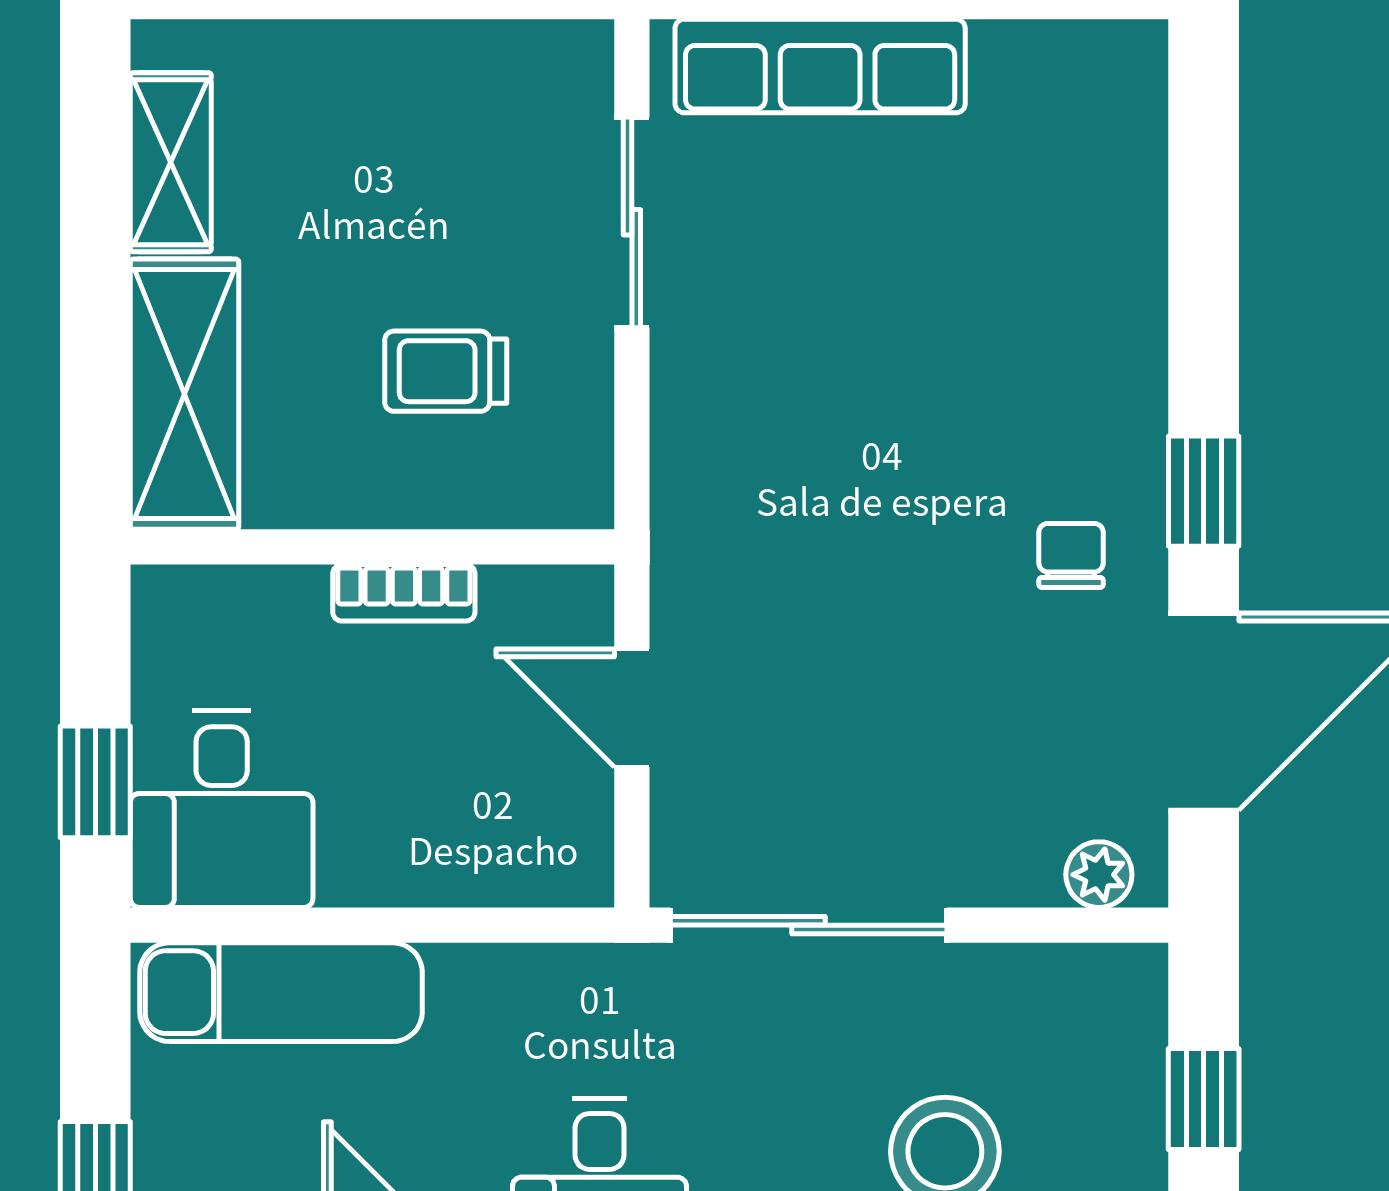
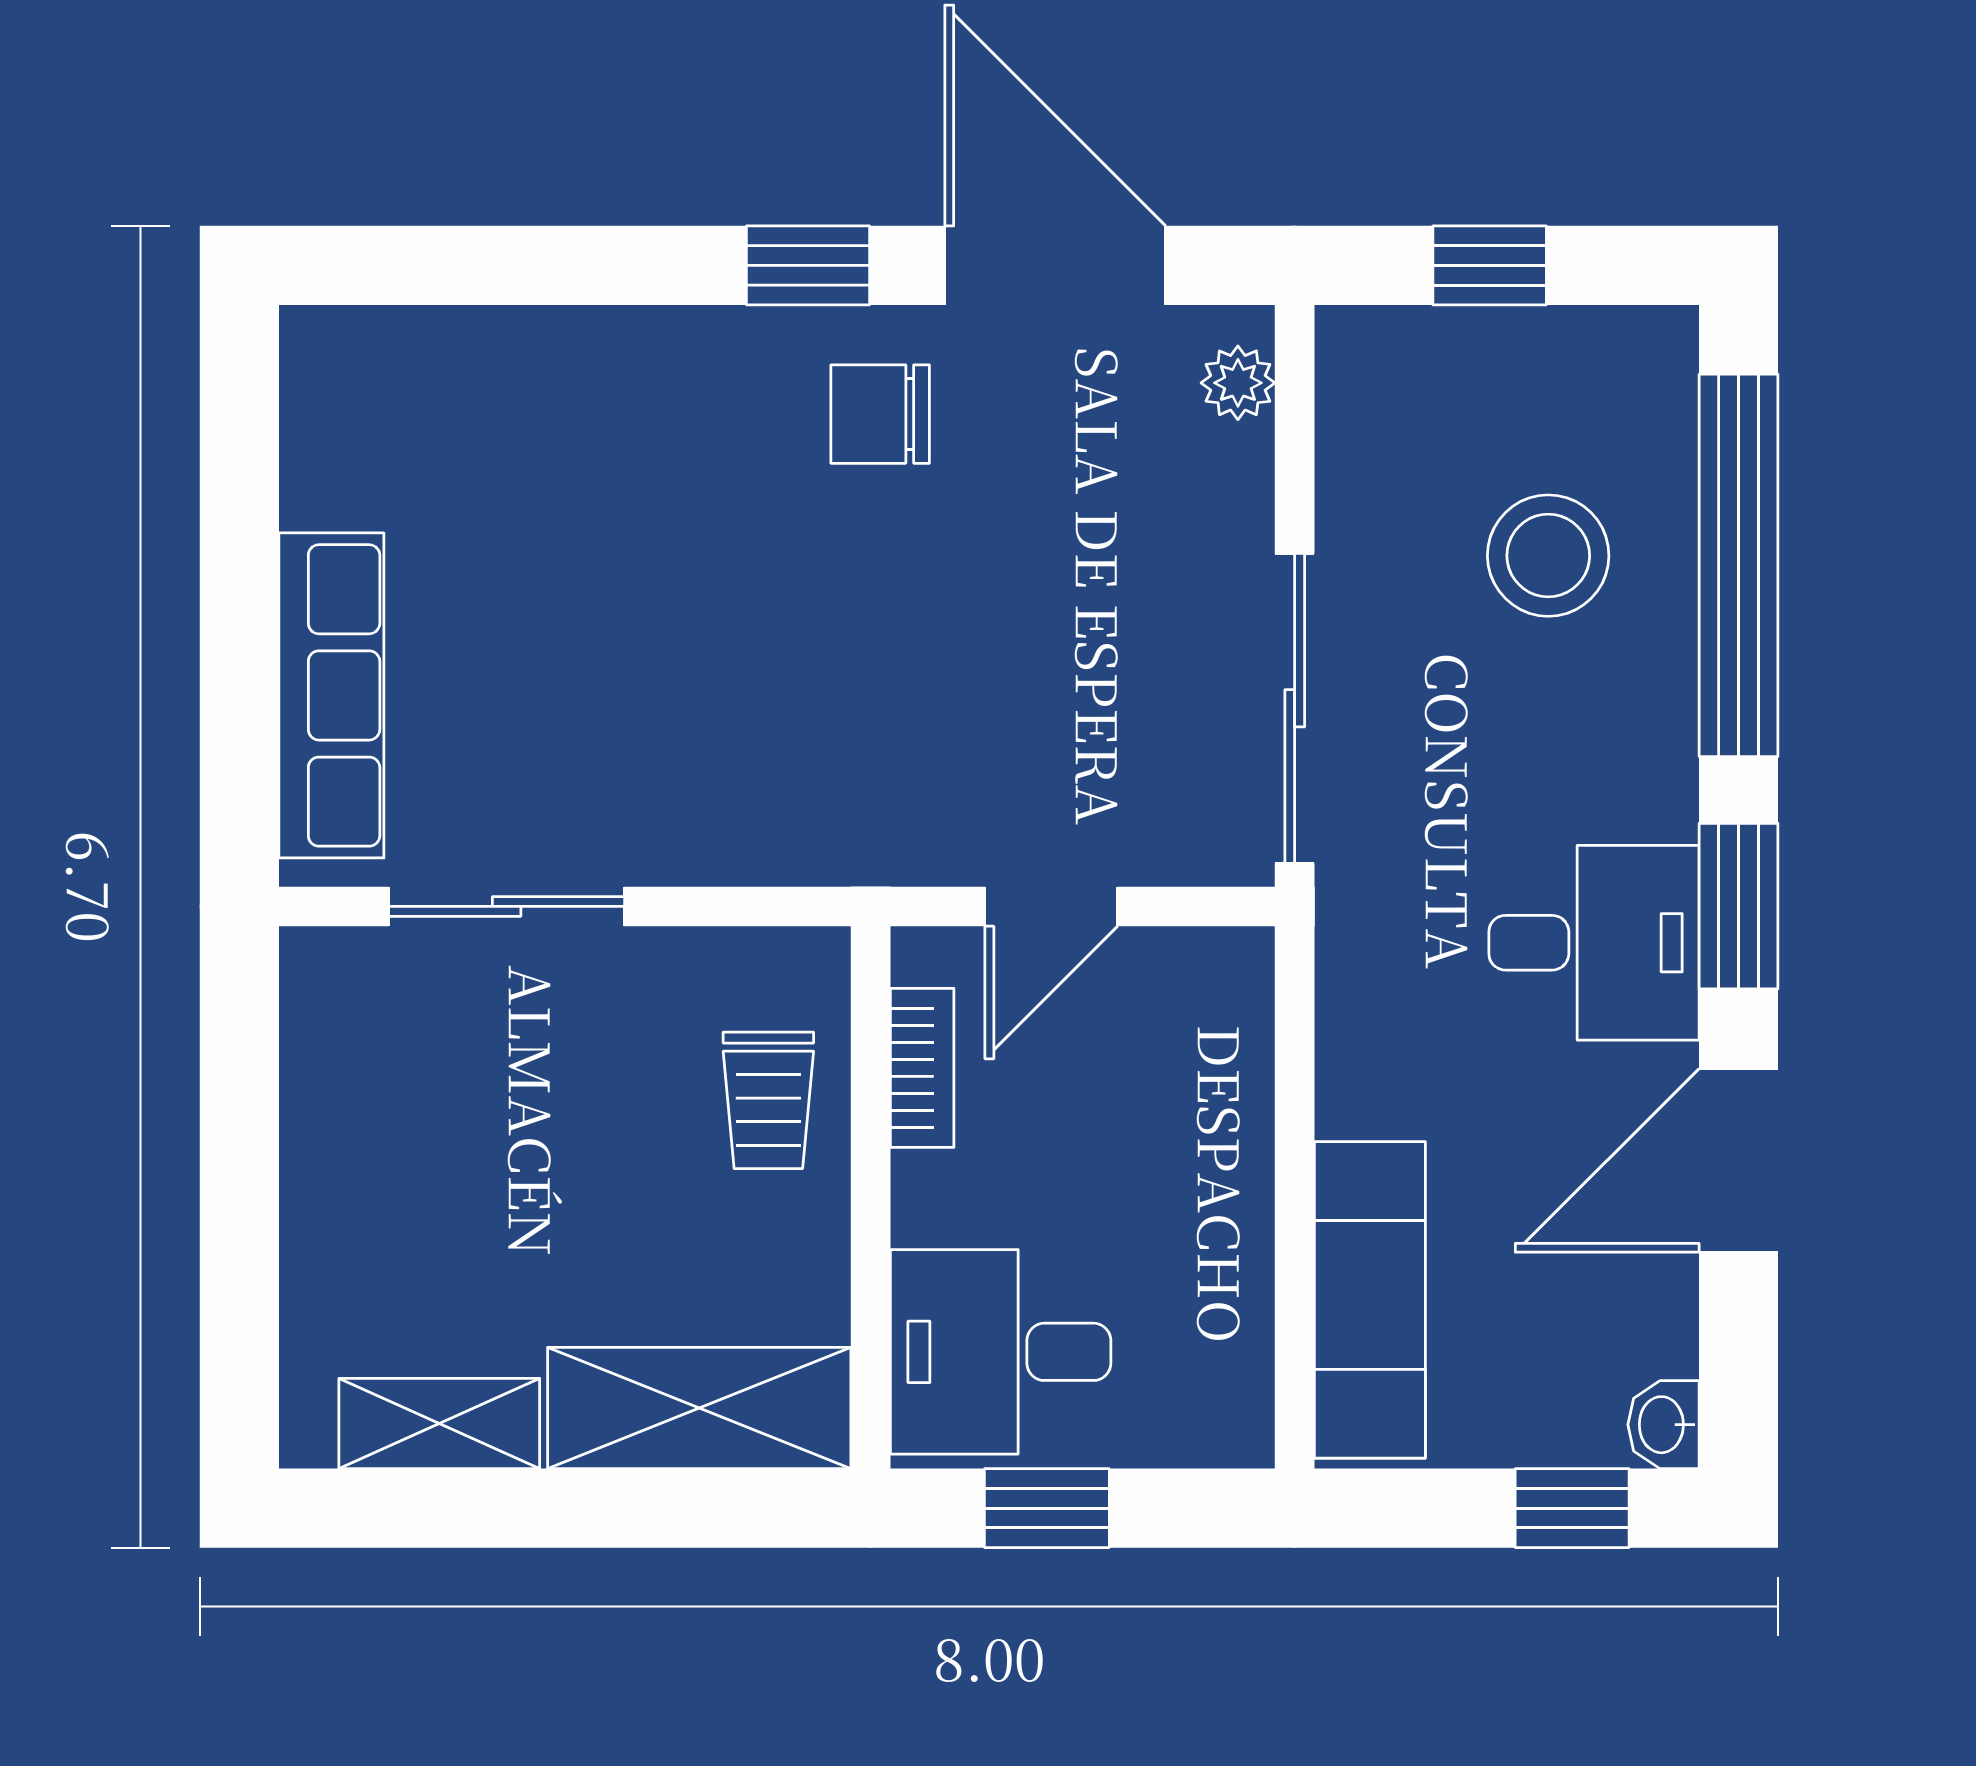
trolley: (446, 371) -> (768, 1100), moved
chair: (1071, 555) -> (880, 414), width x1.37, depth x1.37
bookcase: (404, 593) -> (922, 1068), moved
window: (95, 782) -> (1047, 1508), moved
desk: (222, 809) -> (1001, 1352), moved, turned 180

